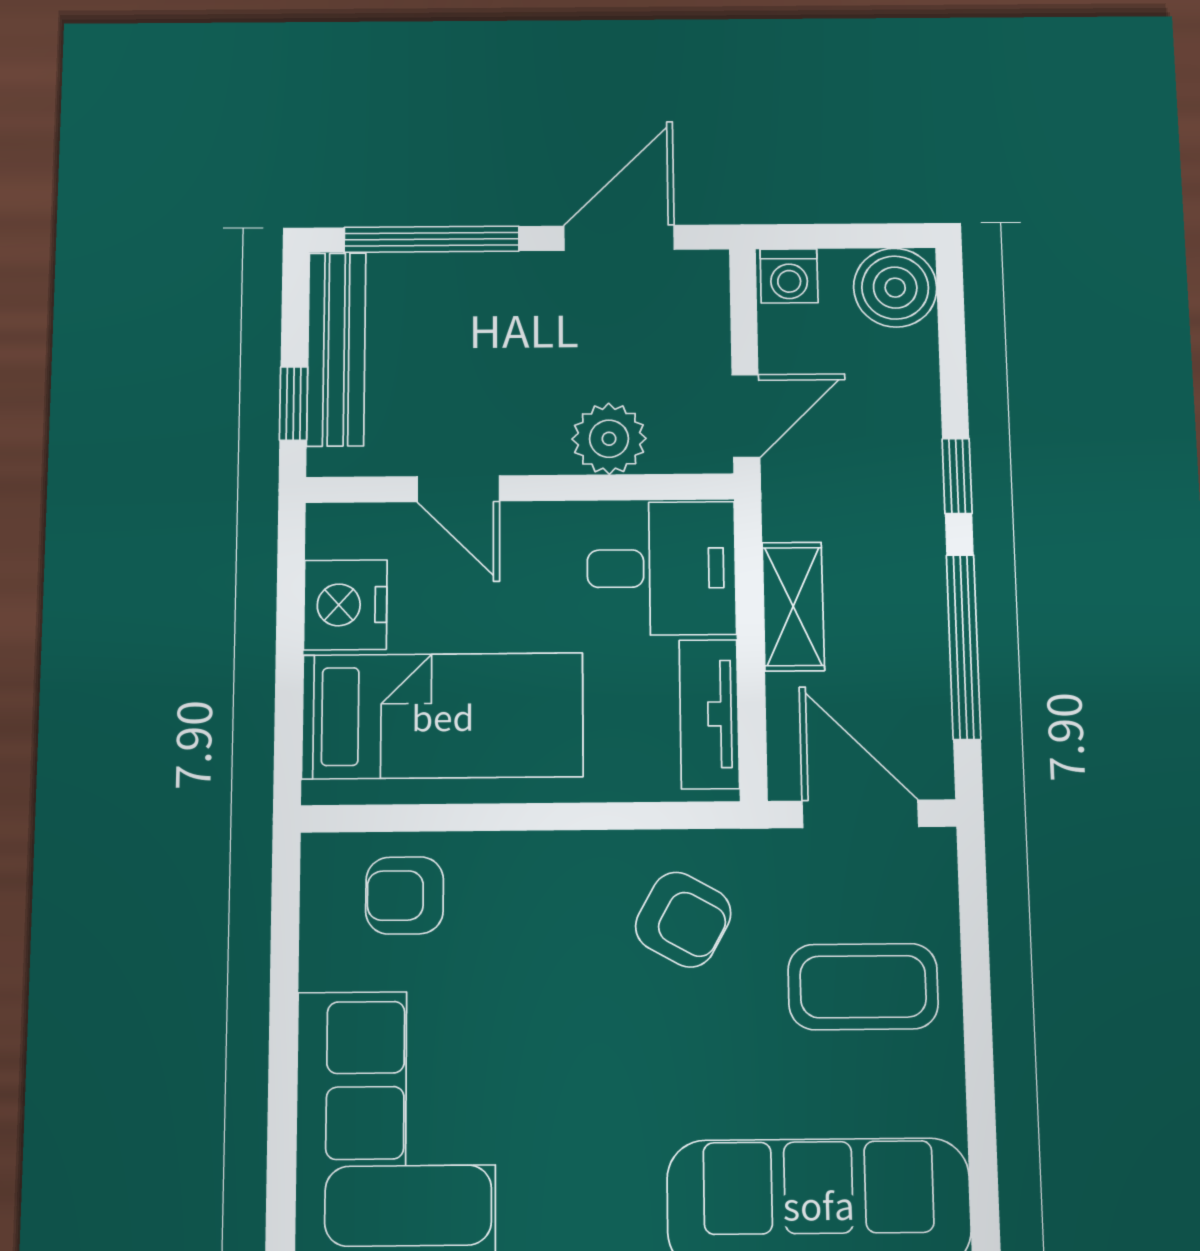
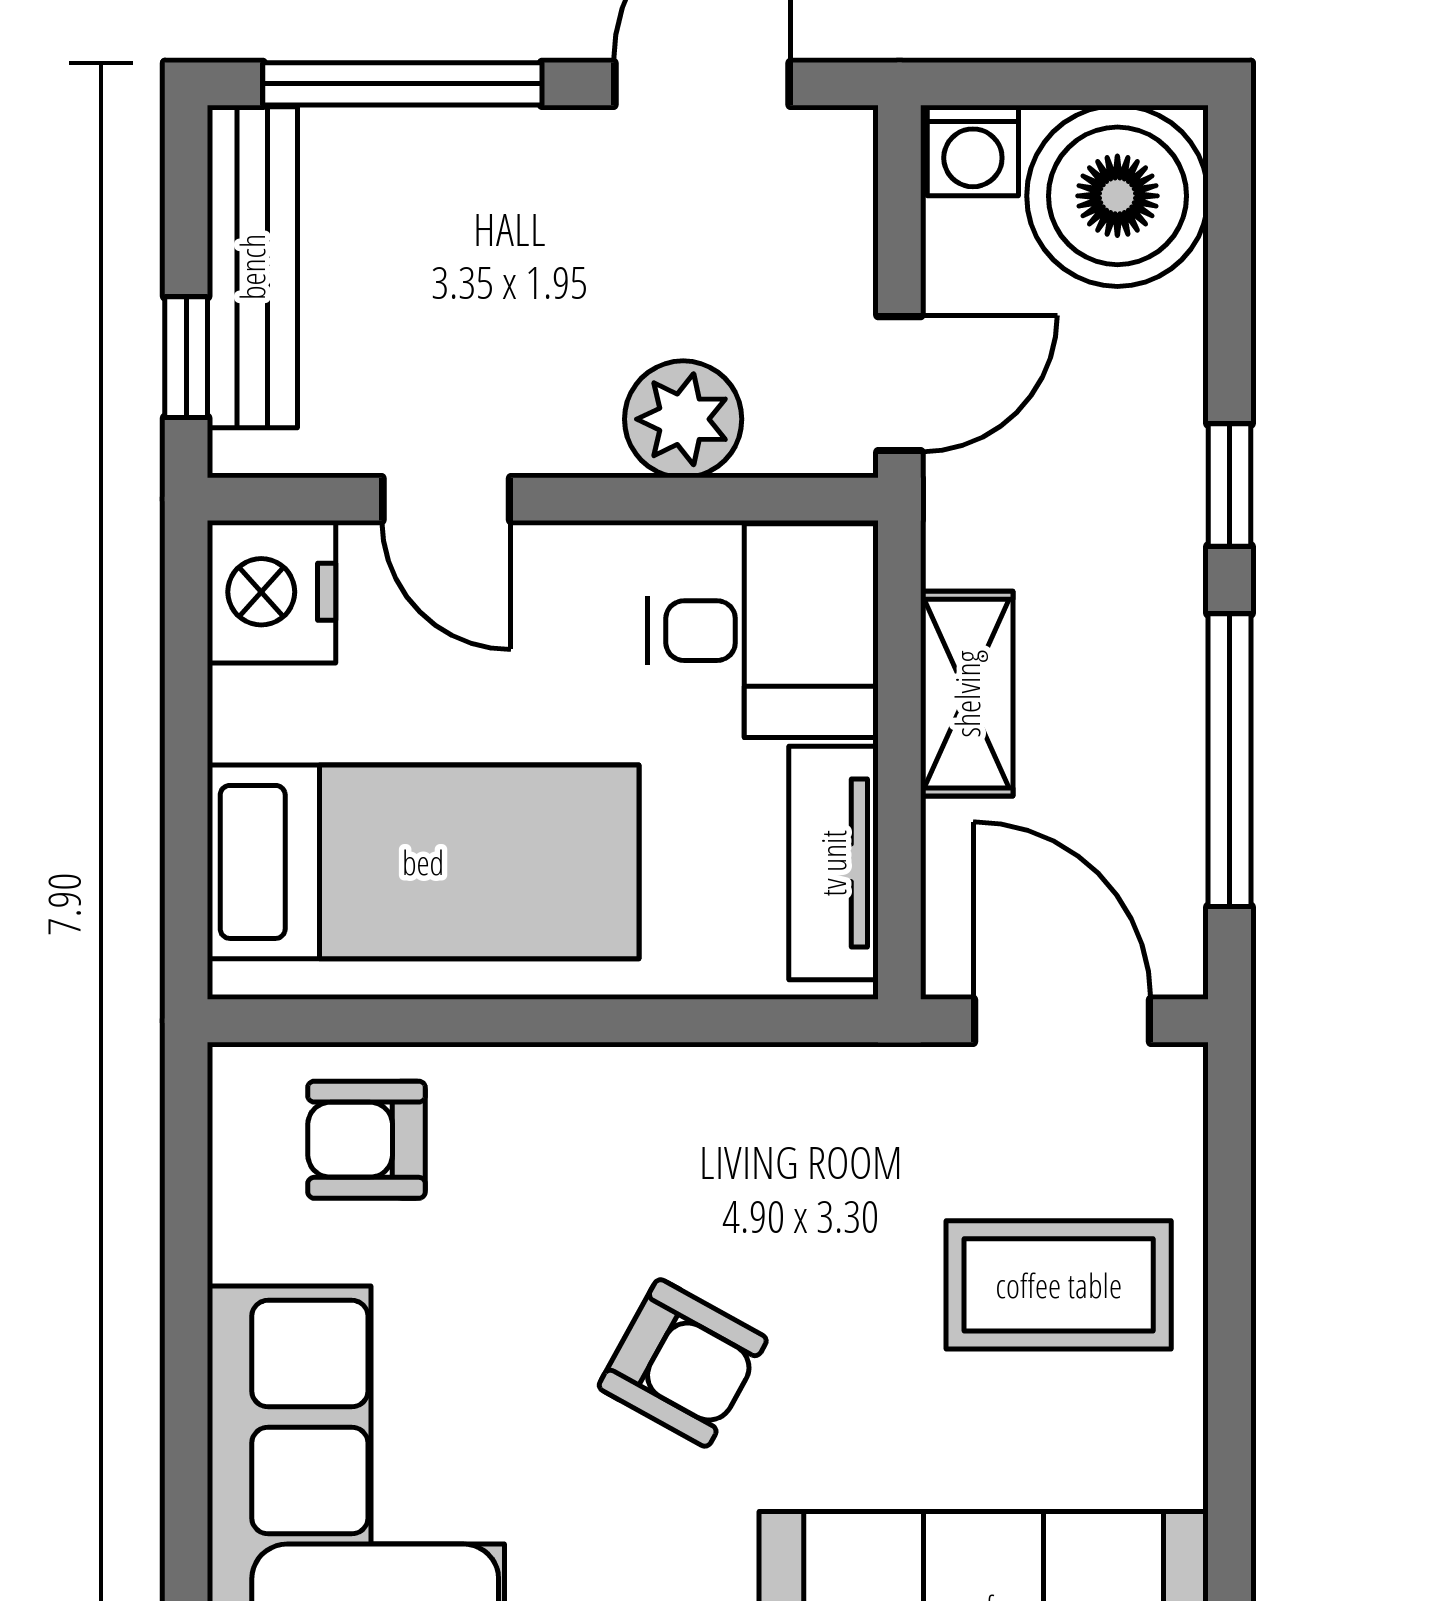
boiler: (895, 288) -> (1117, 196), width x1.37, depth x1.37
nightstand: (345, 605) -> (271, 592), moved
armchair: (683, 920) -> (683, 1363), moved

